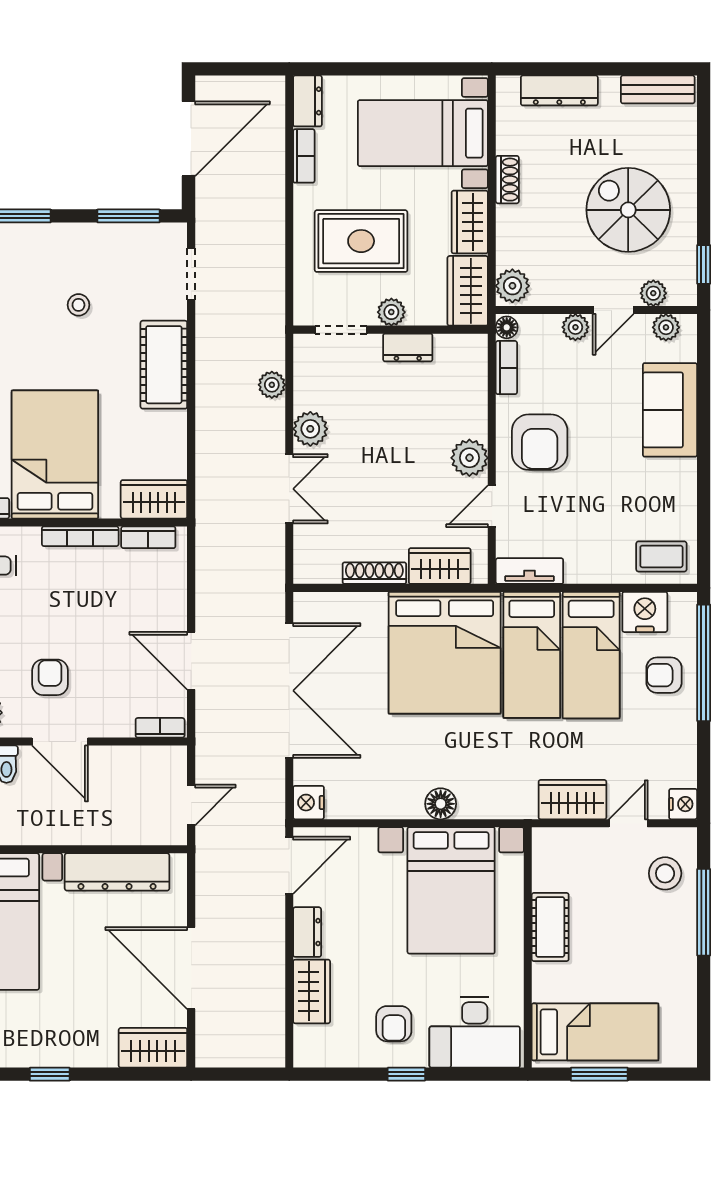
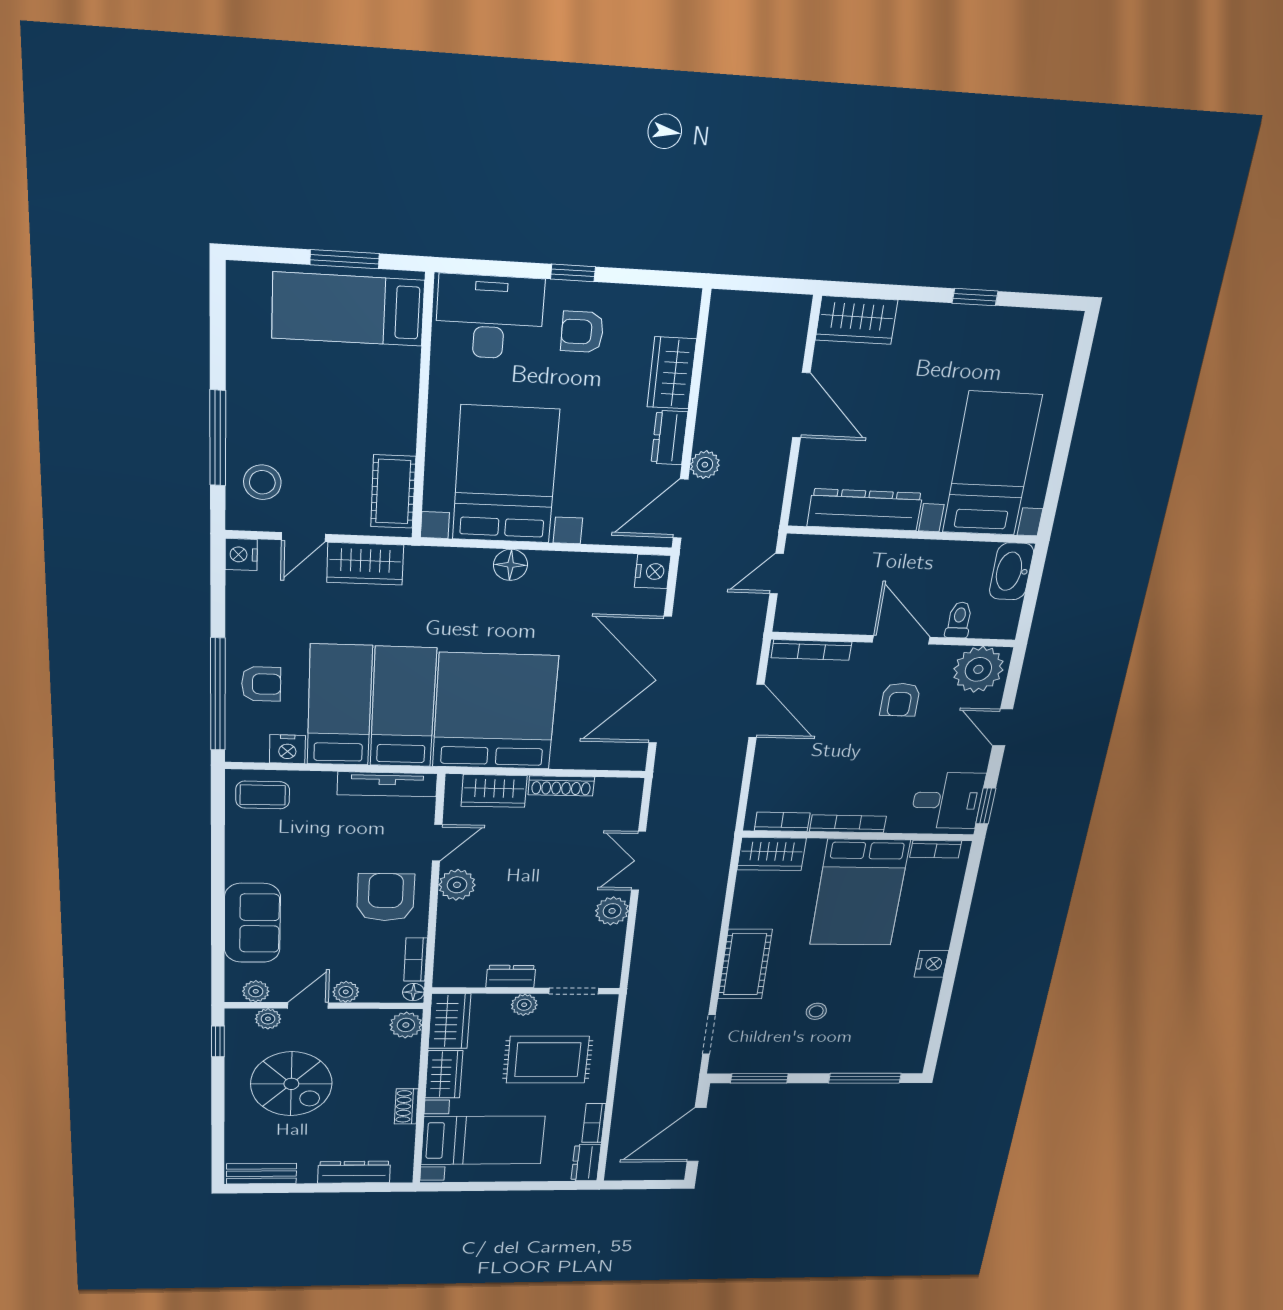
plant: (272, 385) -> (705, 465), moved
tv unit: (529, 571) -> (387, 784), width x1.41
nightstand: (645, 612) -> (287, 749), width x0.74, depth x0.75
bookcase: (160, 728) -> (811, 650), width x1.56
cot: (550, 927) -> (393, 492), moved
door: (191, 968) -> (801, 405), width x0.73
armchair: (394, 1024) -> (582, 332), turned -90

